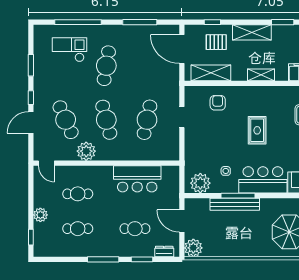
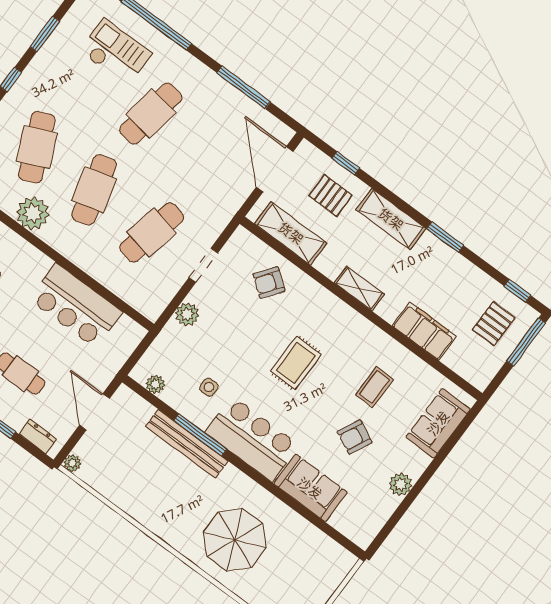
armchair: (218, 103) -> (269, 283), turned -143
plant: (191, 145) -> (187, 314), added
plant: (200, 183) -> (155, 384), width x0.53, depth x0.53
plant: (193, 248) -> (72, 463), width x0.53, depth x0.53

